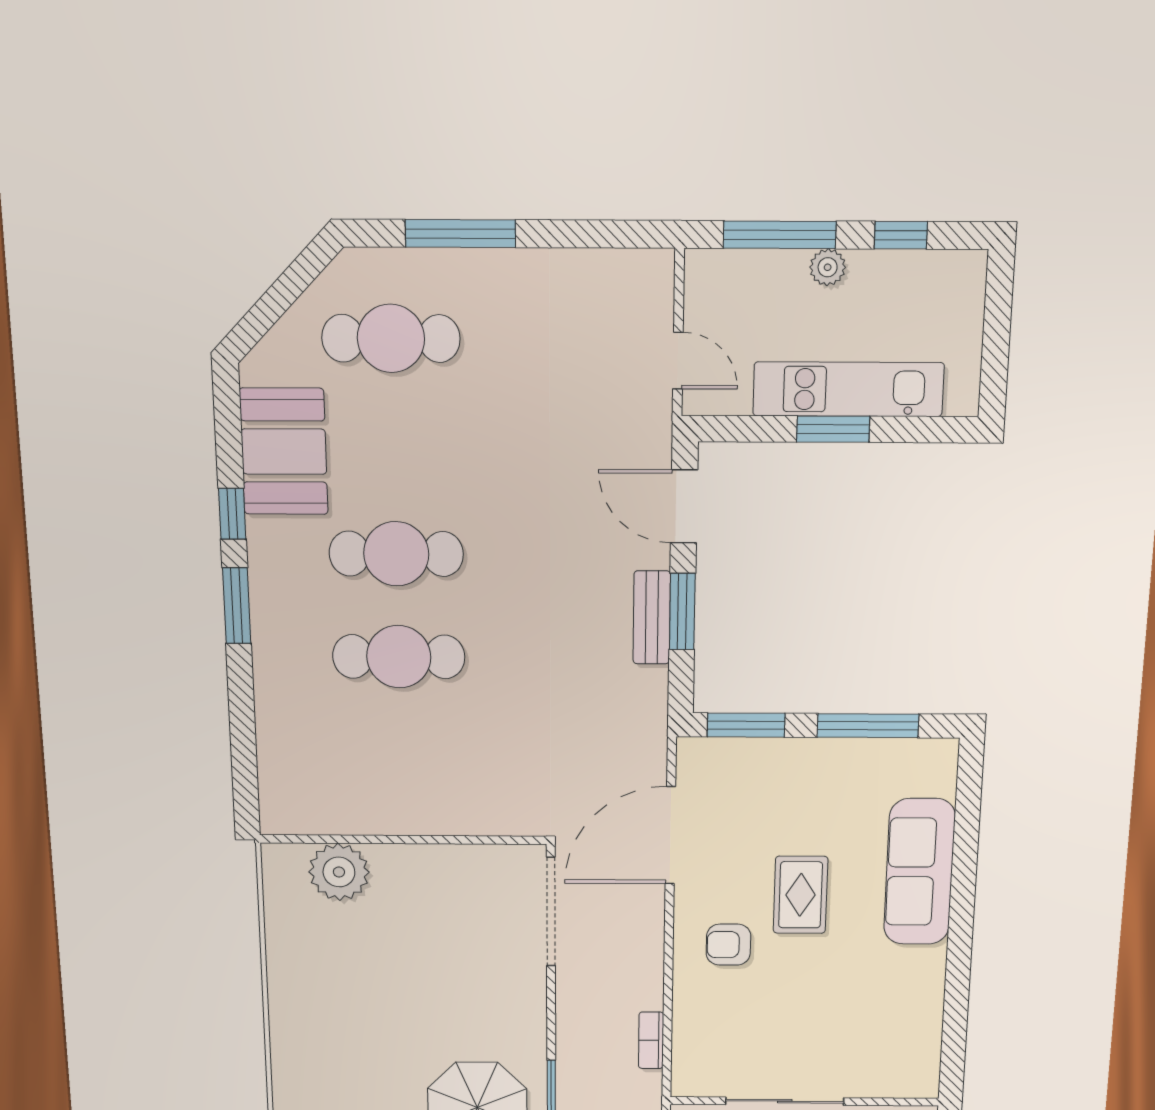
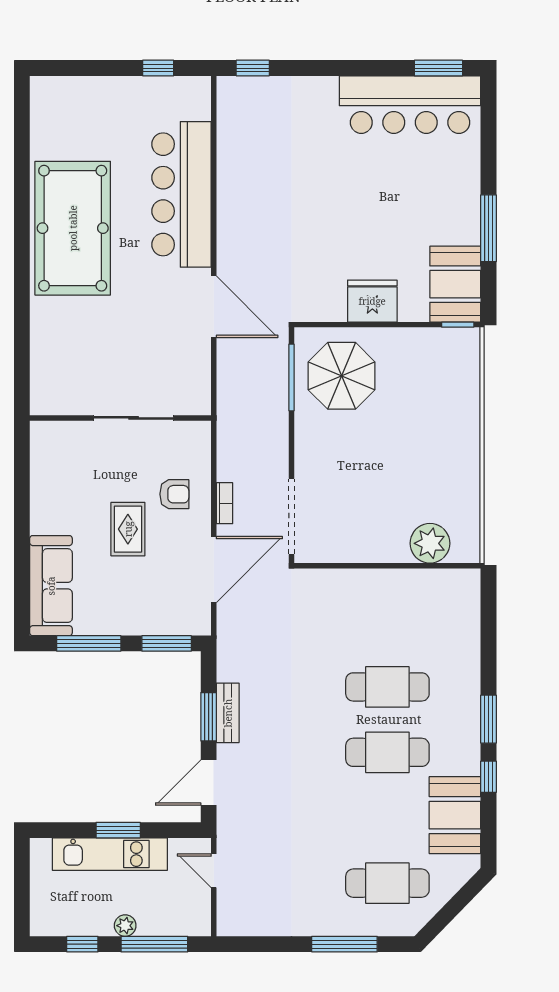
door: (684, 506) -> (209, 783), swing flipped
sofa: (919, 872) -> (51, 586), moved
bookcase: (651, 1040) -> (225, 503), moved
sliding door: (785, 1101) -> (134, 418), moved
wall: (804, 1101) -> (120, 418), moved

